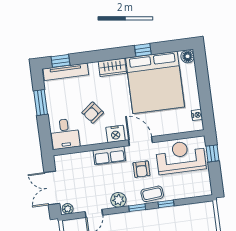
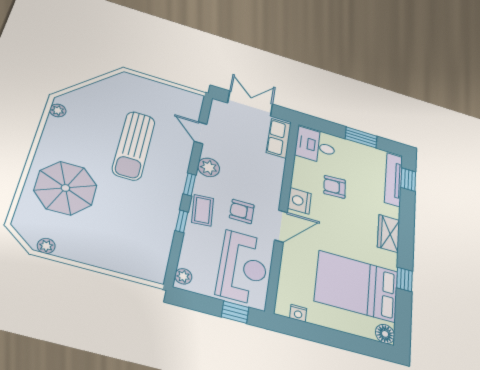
bed: (155, 82) -> (357, 286), width x0.73
armchair: (93, 113) -> (335, 187), turned -55
row of seats: (109, 156) -> (279, 138), moved
plant: (68, 209) -> (183, 276), moved

